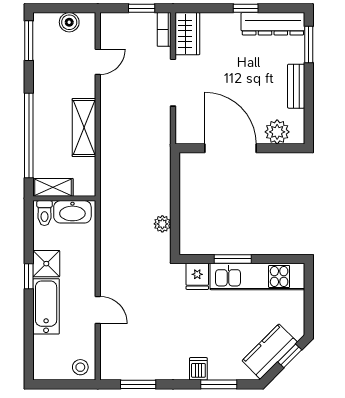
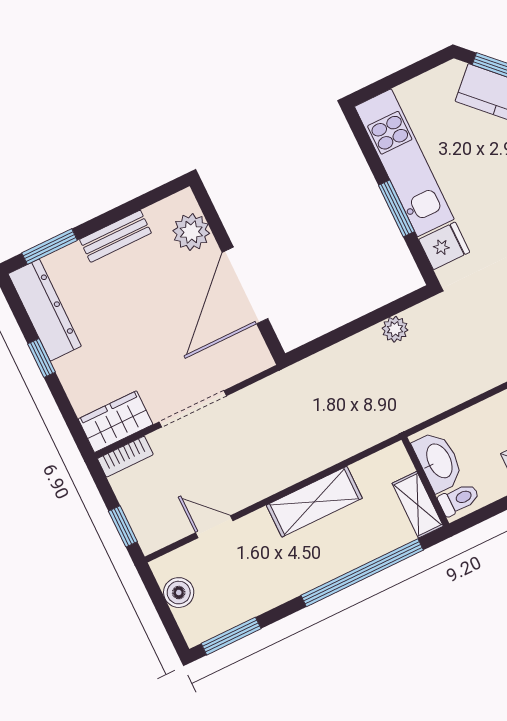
window: (142, 8) -> (123, 526), moved

